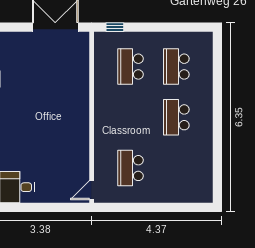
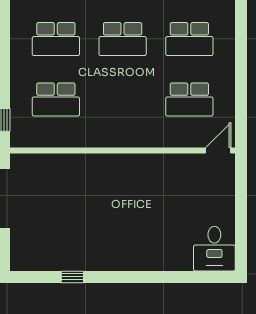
school desk: (176, 168) -> (189, 39), added
door: (92, 190) -> (218, 151), swing flipped

